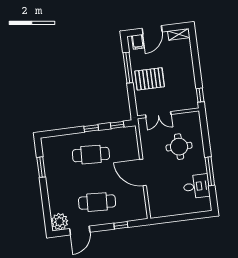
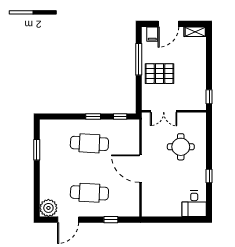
window: (210, 171) -> (209, 176), width x0.46
desk: (196, 186) -> (194, 204), moved, turned 90

